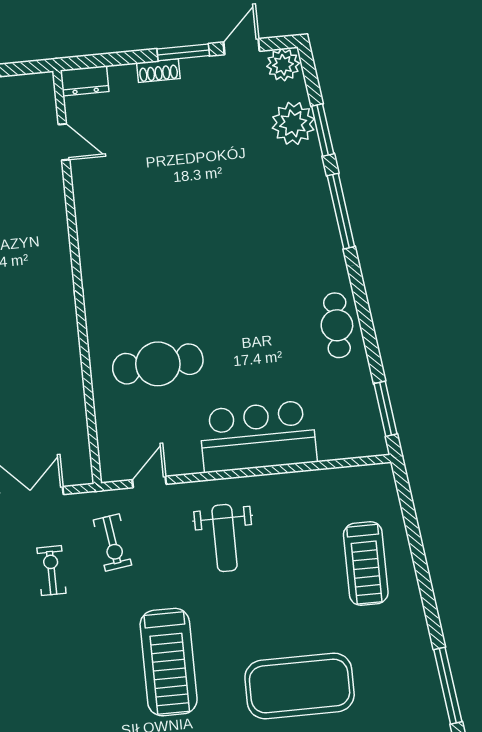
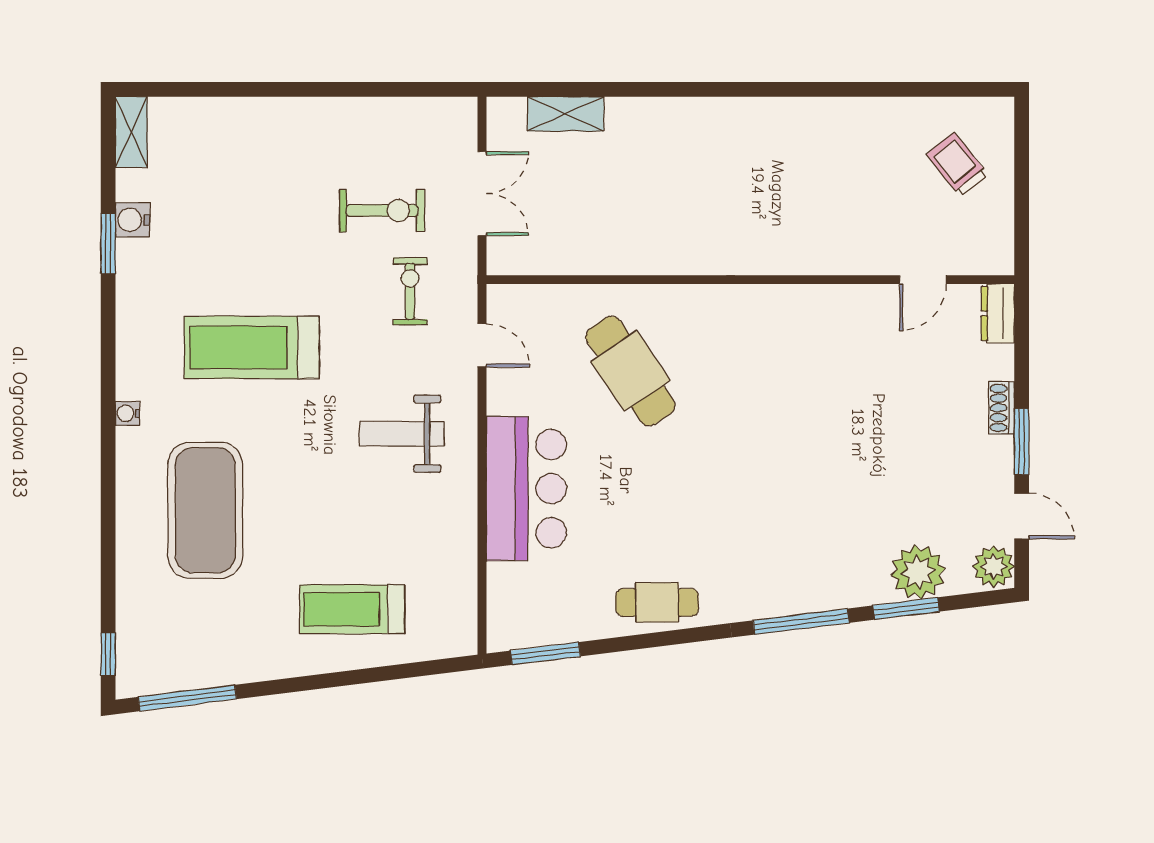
cafe table: (158, 364) -> (630, 371), turned -31
exercise bike: (112, 543) -> (410, 291), turned 98
exercise bike: (51, 571) -> (382, 211), width x1.38, depth x1.39

